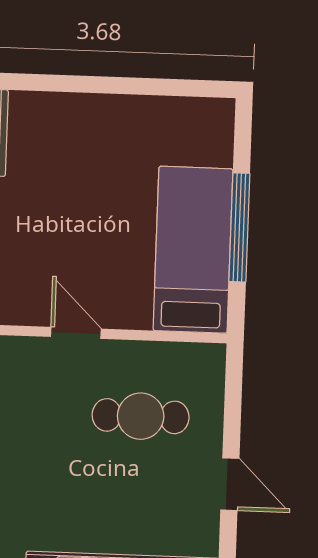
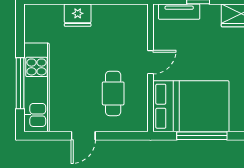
bed: (193, 250) -> (191, 106), width x1.50

